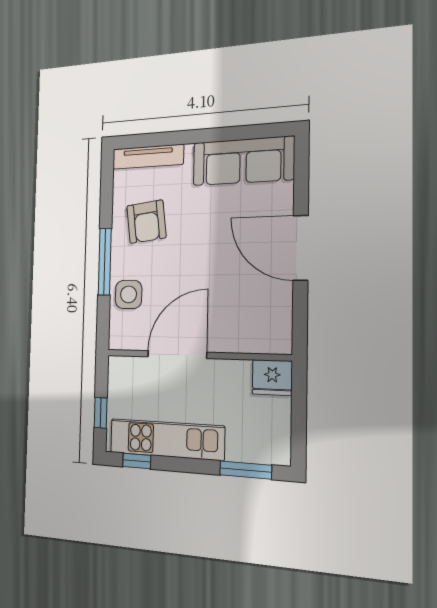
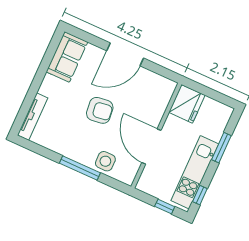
sofa: (243, 161) -> (67, 57), width x0.73
armchair: (146, 222) -> (100, 110), moved
fridge: (272, 377) -> (187, 104), width x1.36, depth x1.34
window: (246, 470) -> (221, 148), moved

